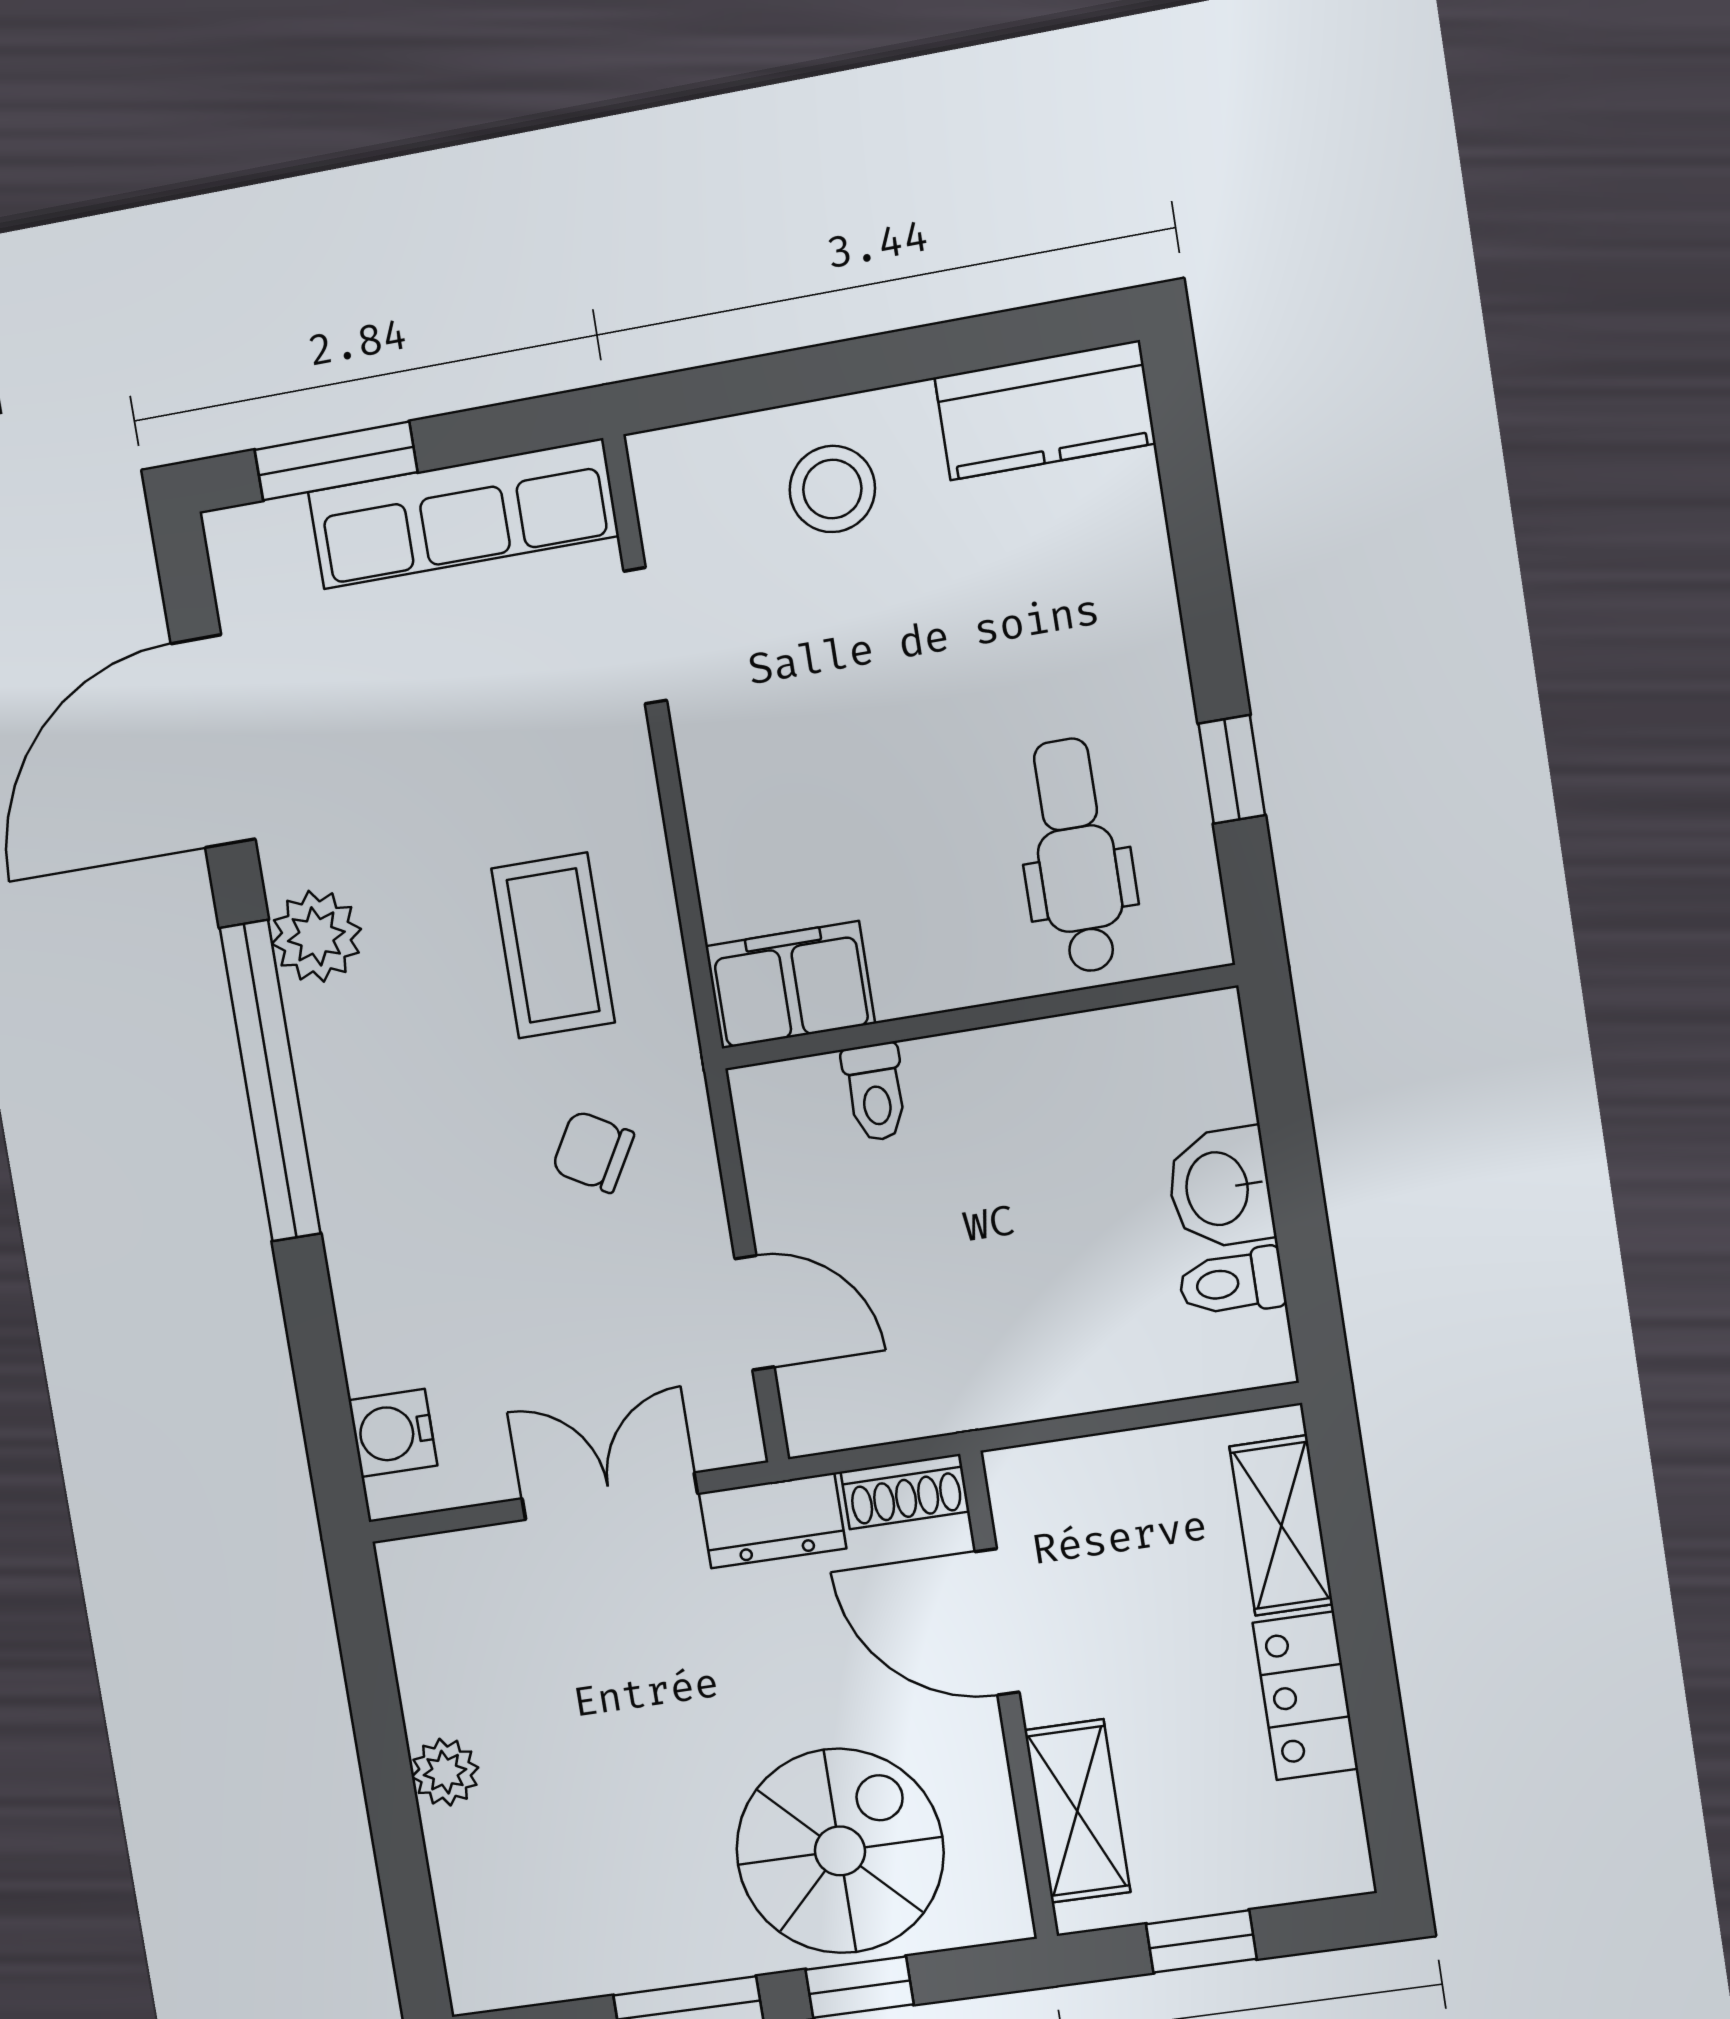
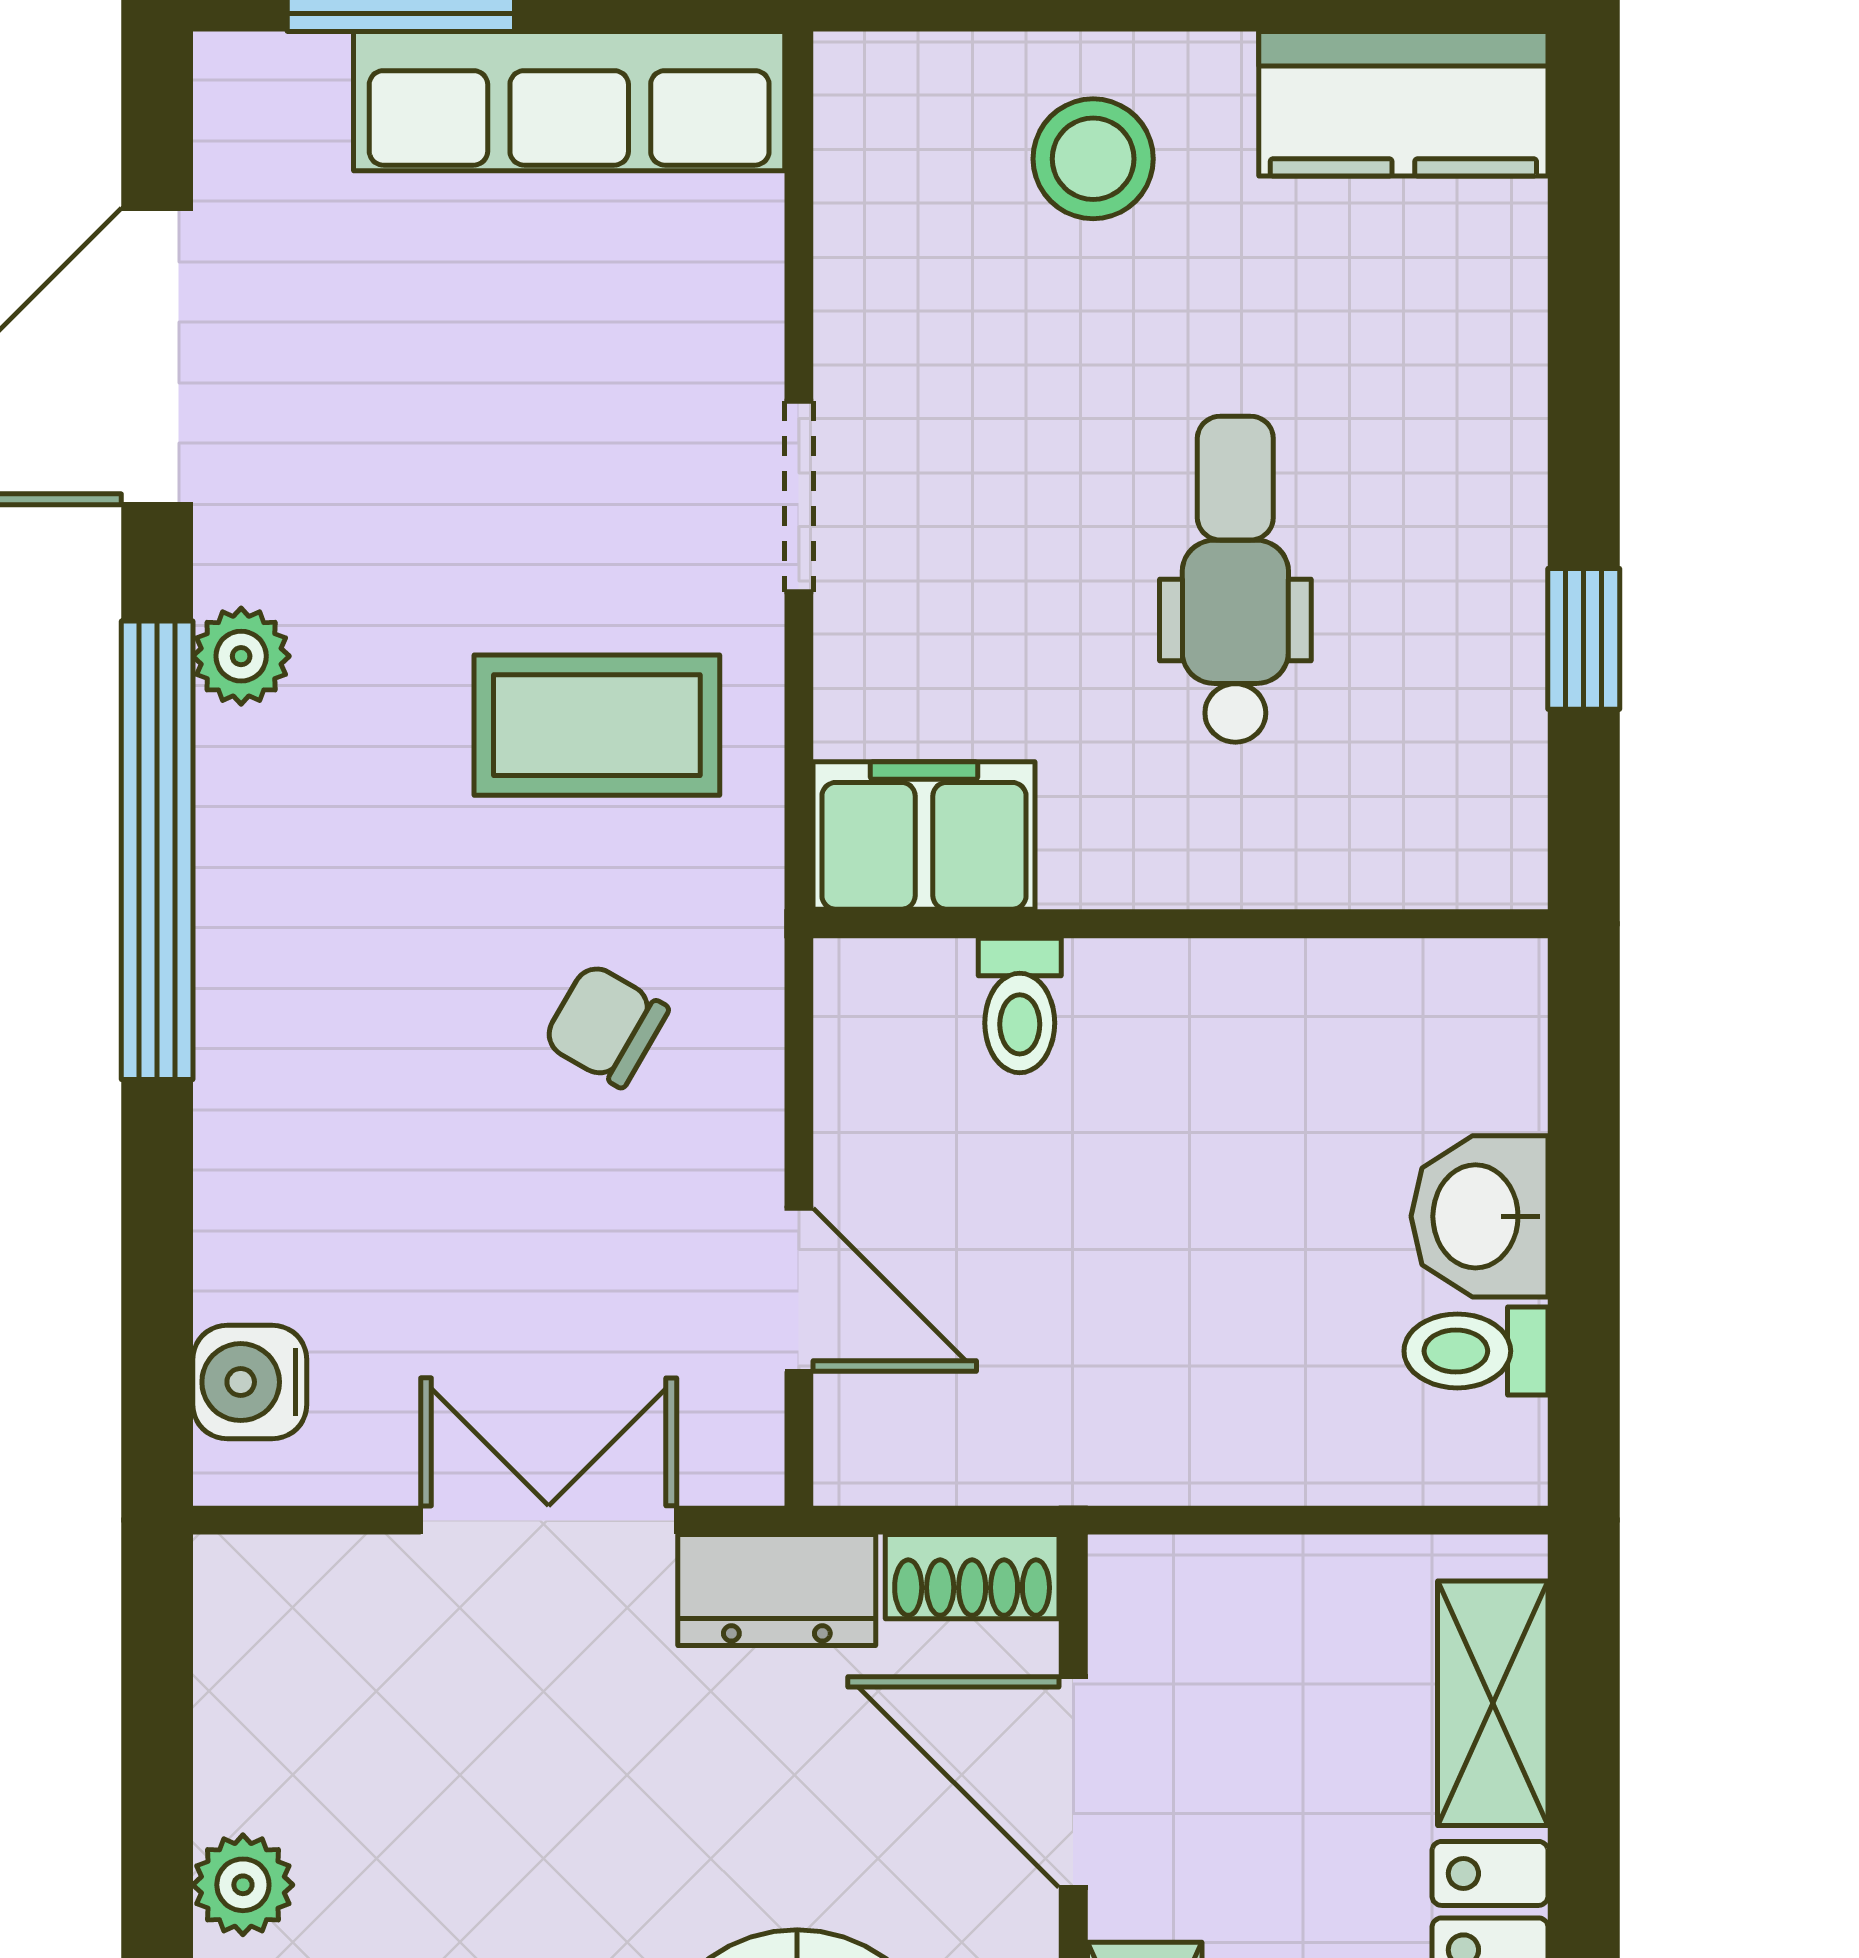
doorway: (645, 636) -> (799, 497), moved
dental chair: (1077, 856) -> (1235, 579), moved
plant: (316, 936) -> (241, 656), width x0.73, depth x0.73
coffee table: (553, 945) -> (597, 725), turned 90

